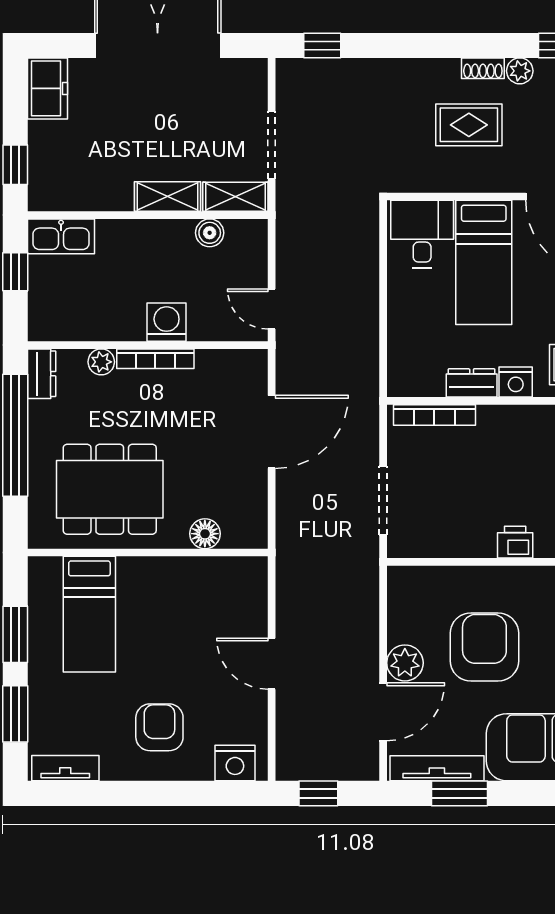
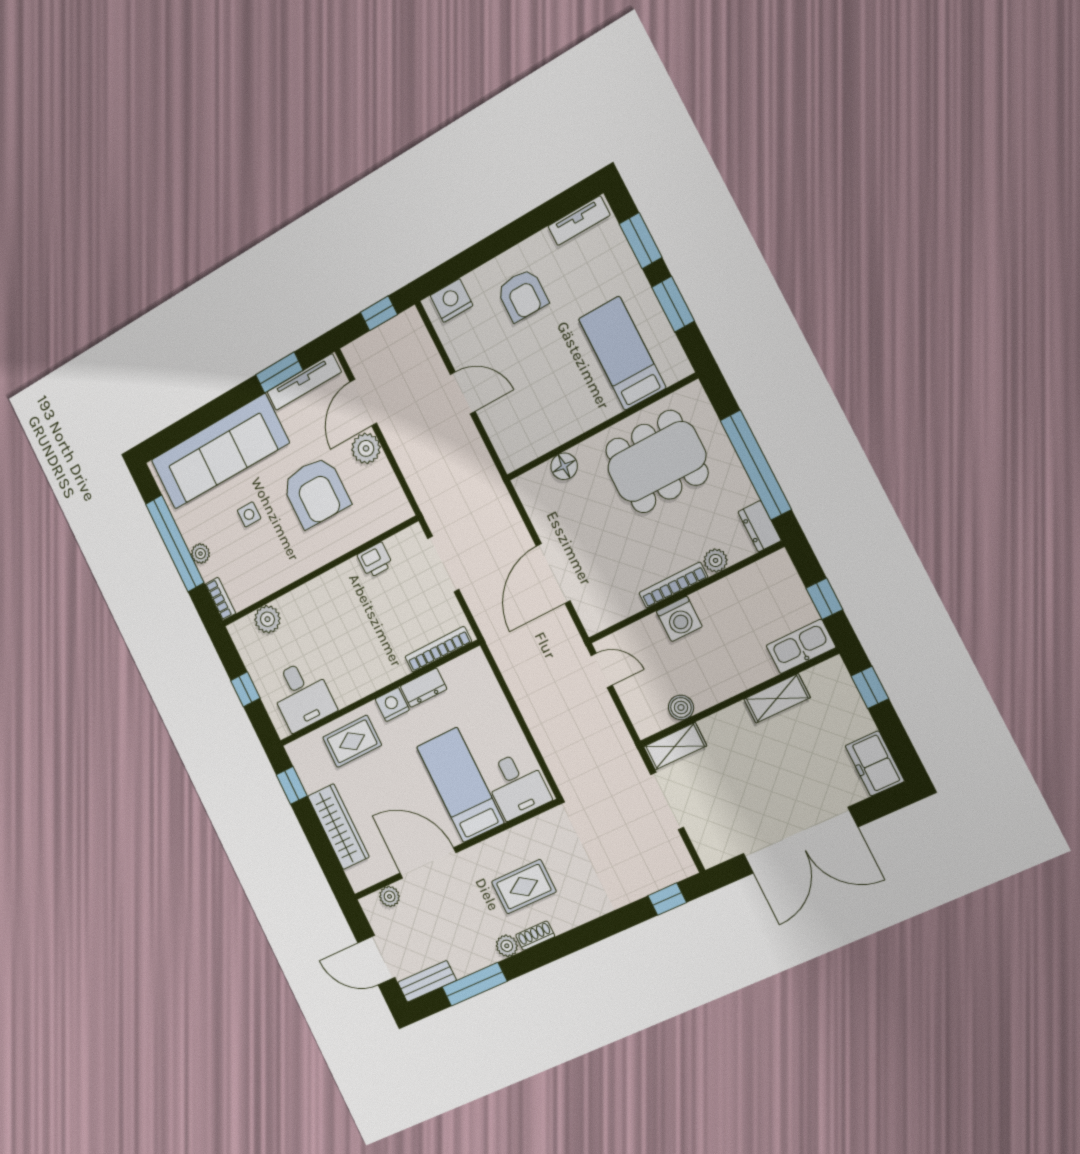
shelving: (168, 197) -> (777, 698), moved
printer: (515, 542) -> (375, 560), moved

